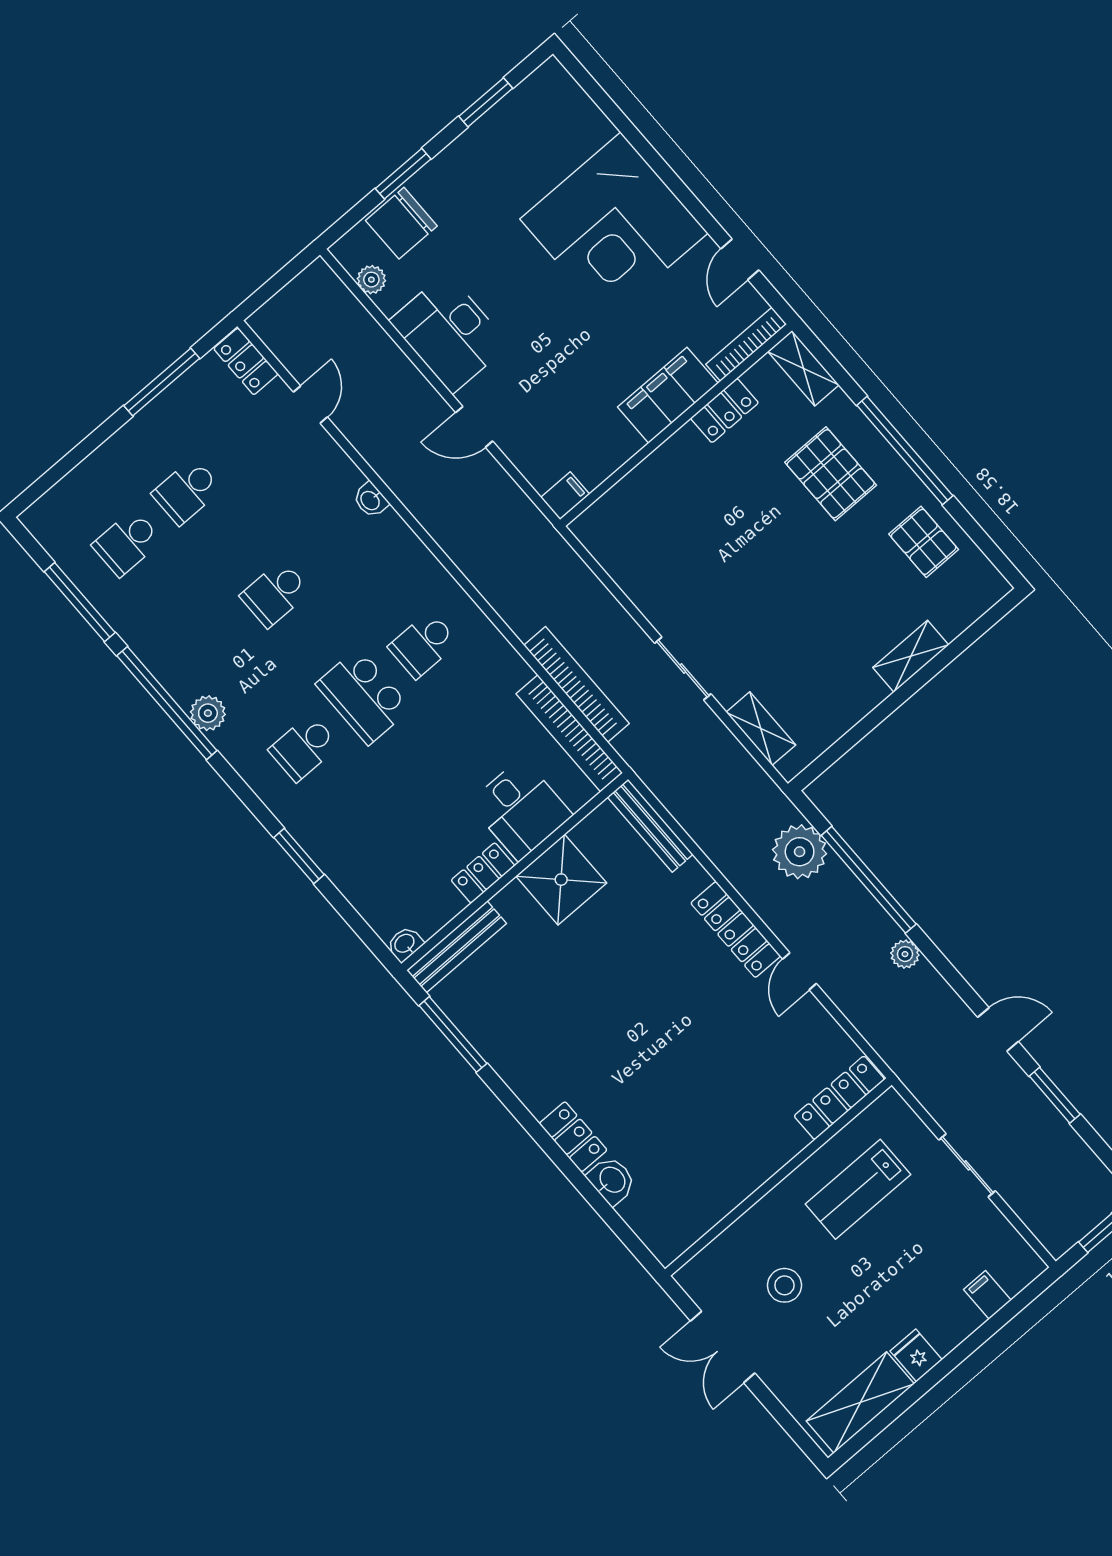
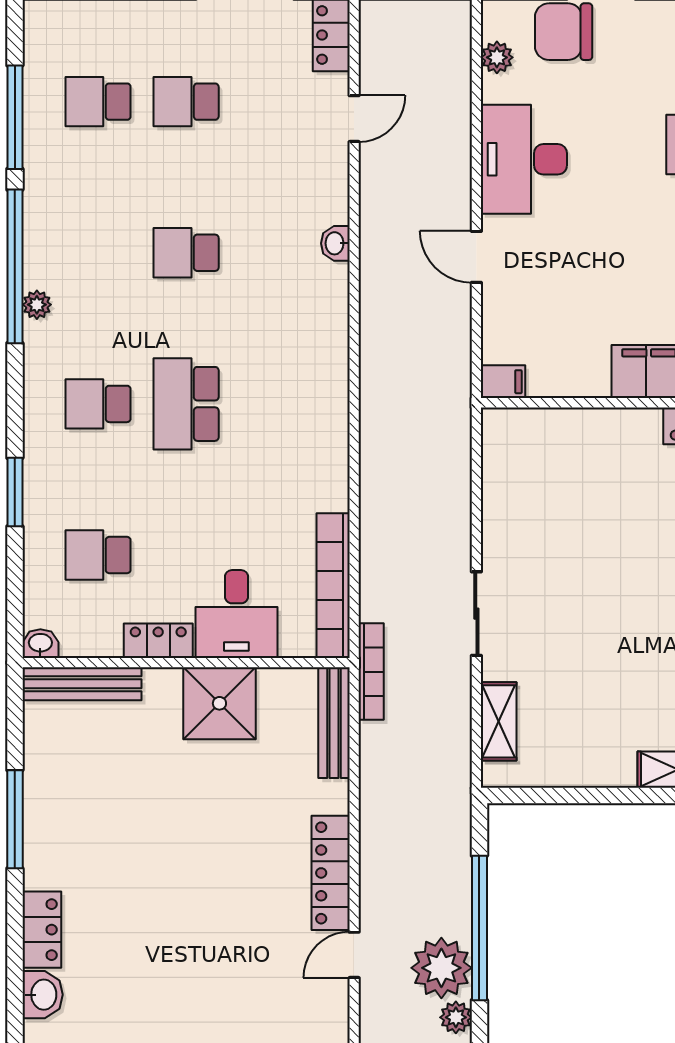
school desk: (423, 645) -> (98, 555), moved
bookcase: (577, 684) -> (371, 672), moved, width x0.68, depth x0.76
plant: (208, 713) -> (37, 305), width x0.73, depth x0.73
plant: (800, 852) -> (441, 968), moved
window: (453, 1034) -> (15, 819), moved

